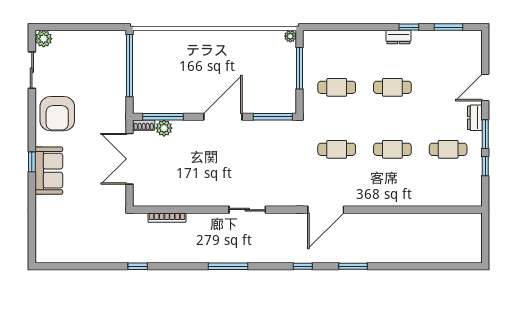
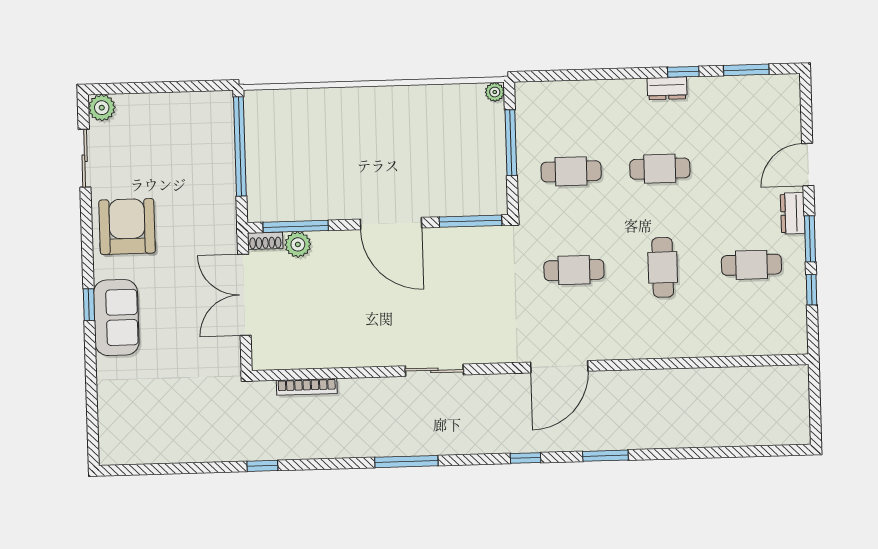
armchair: (57, 114) -> (127, 226), turned 180
door: (223, 117) -> (391, 224), swing flipped
cafe table: (392, 149) -> (663, 267), turned 90

